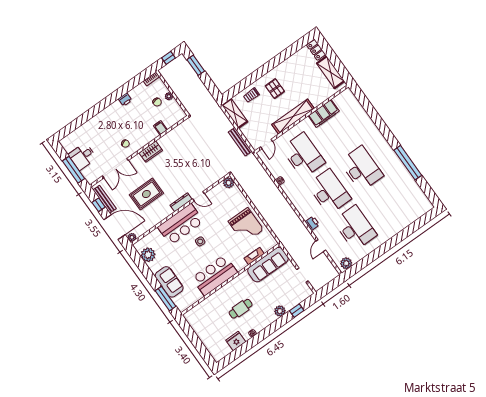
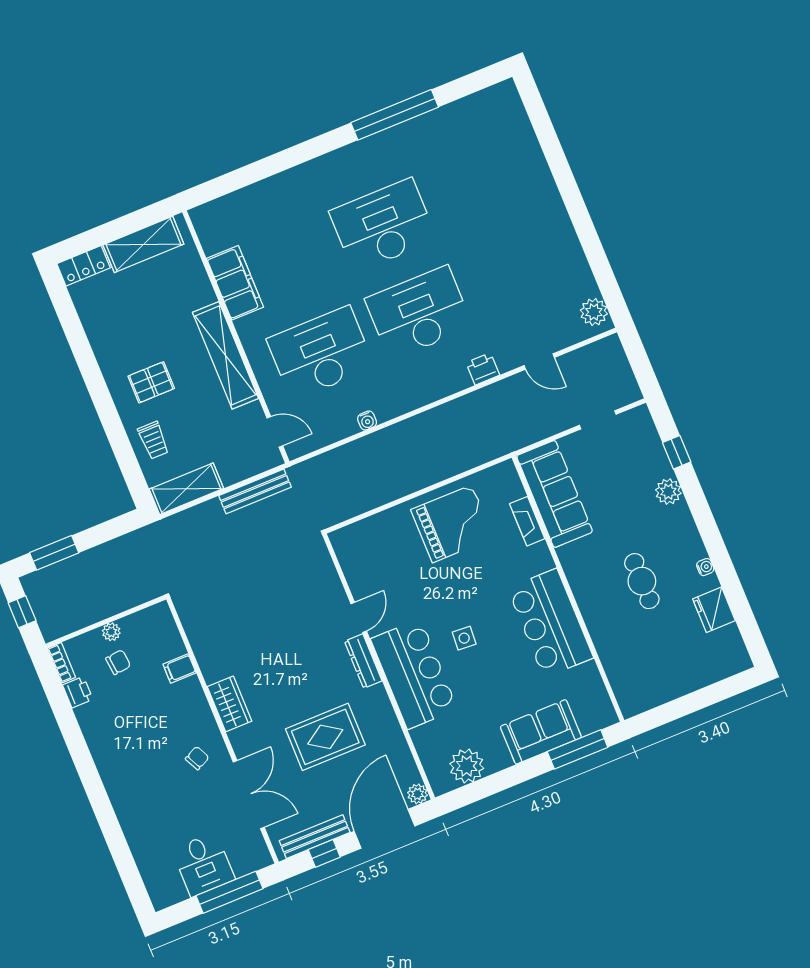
printer: (125, 100) -> (78, 692), moved
plant: (229, 183) -> (344, 541), removed
rug: (146, 194) -> (325, 737), turned 90
desk: (355, 228) -> (517, 273), removed

